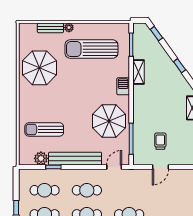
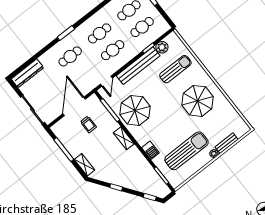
parasol: (39, 68) -> (197, 101), moved
shelving: (138, 72) -> (124, 138), moved
barbecue: (123, 86) -> (150, 150), moved
door: (160, 167) -> (74, 106), width x1.88

